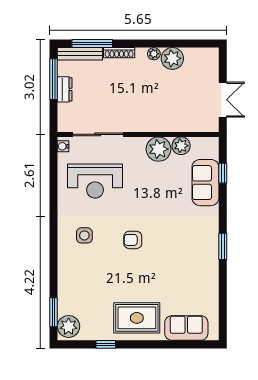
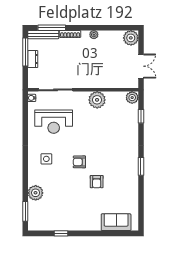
plant: (172, 58) -> (131, 38), moved
plant: (181, 146) -> (132, 98), moved
sofa: (205, 183) -> (129, 123), removed
armchair: (158, 269) -> (97, 182), added
rug: (137, 318) -> (82, 215), removed
plant: (69, 326) -> (36, 193), moved

